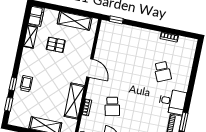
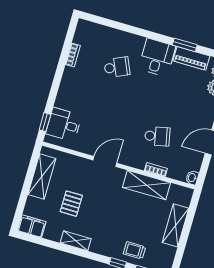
desk: (116, 34) -> (64, 125), added
shelving: (30, 37) -> (76, 241), moved
trolley: (26, 84) -> (134, 250), moved

